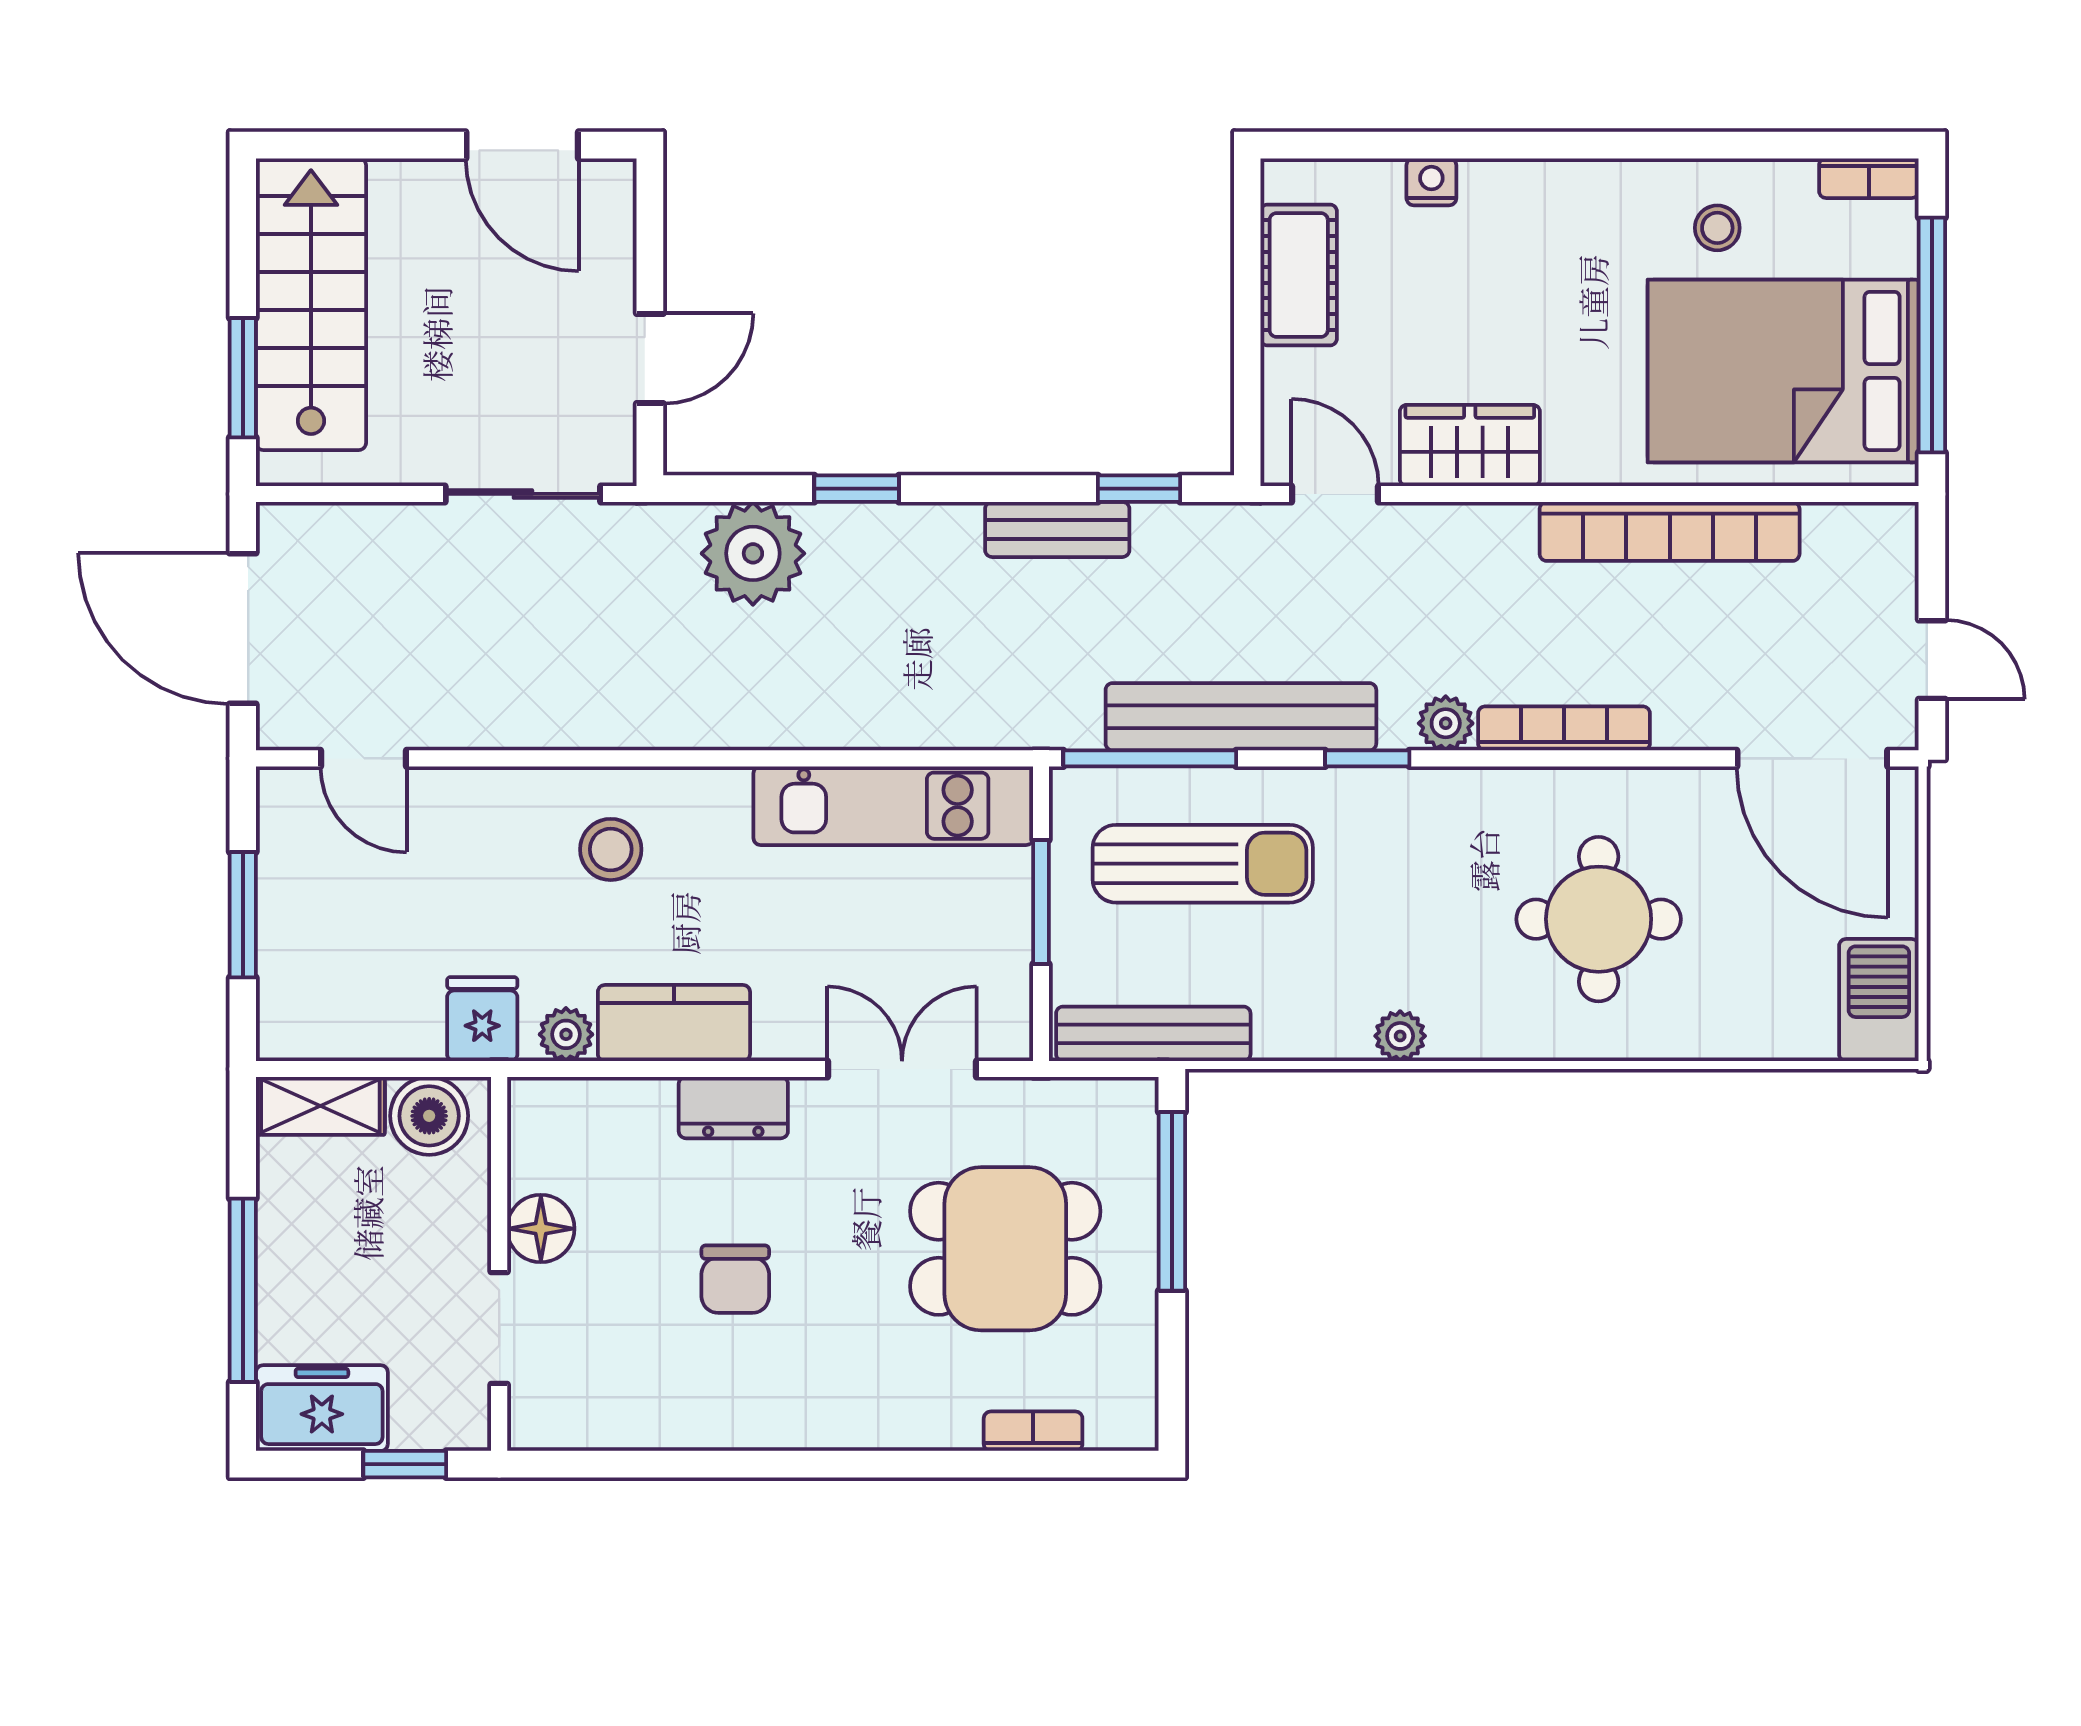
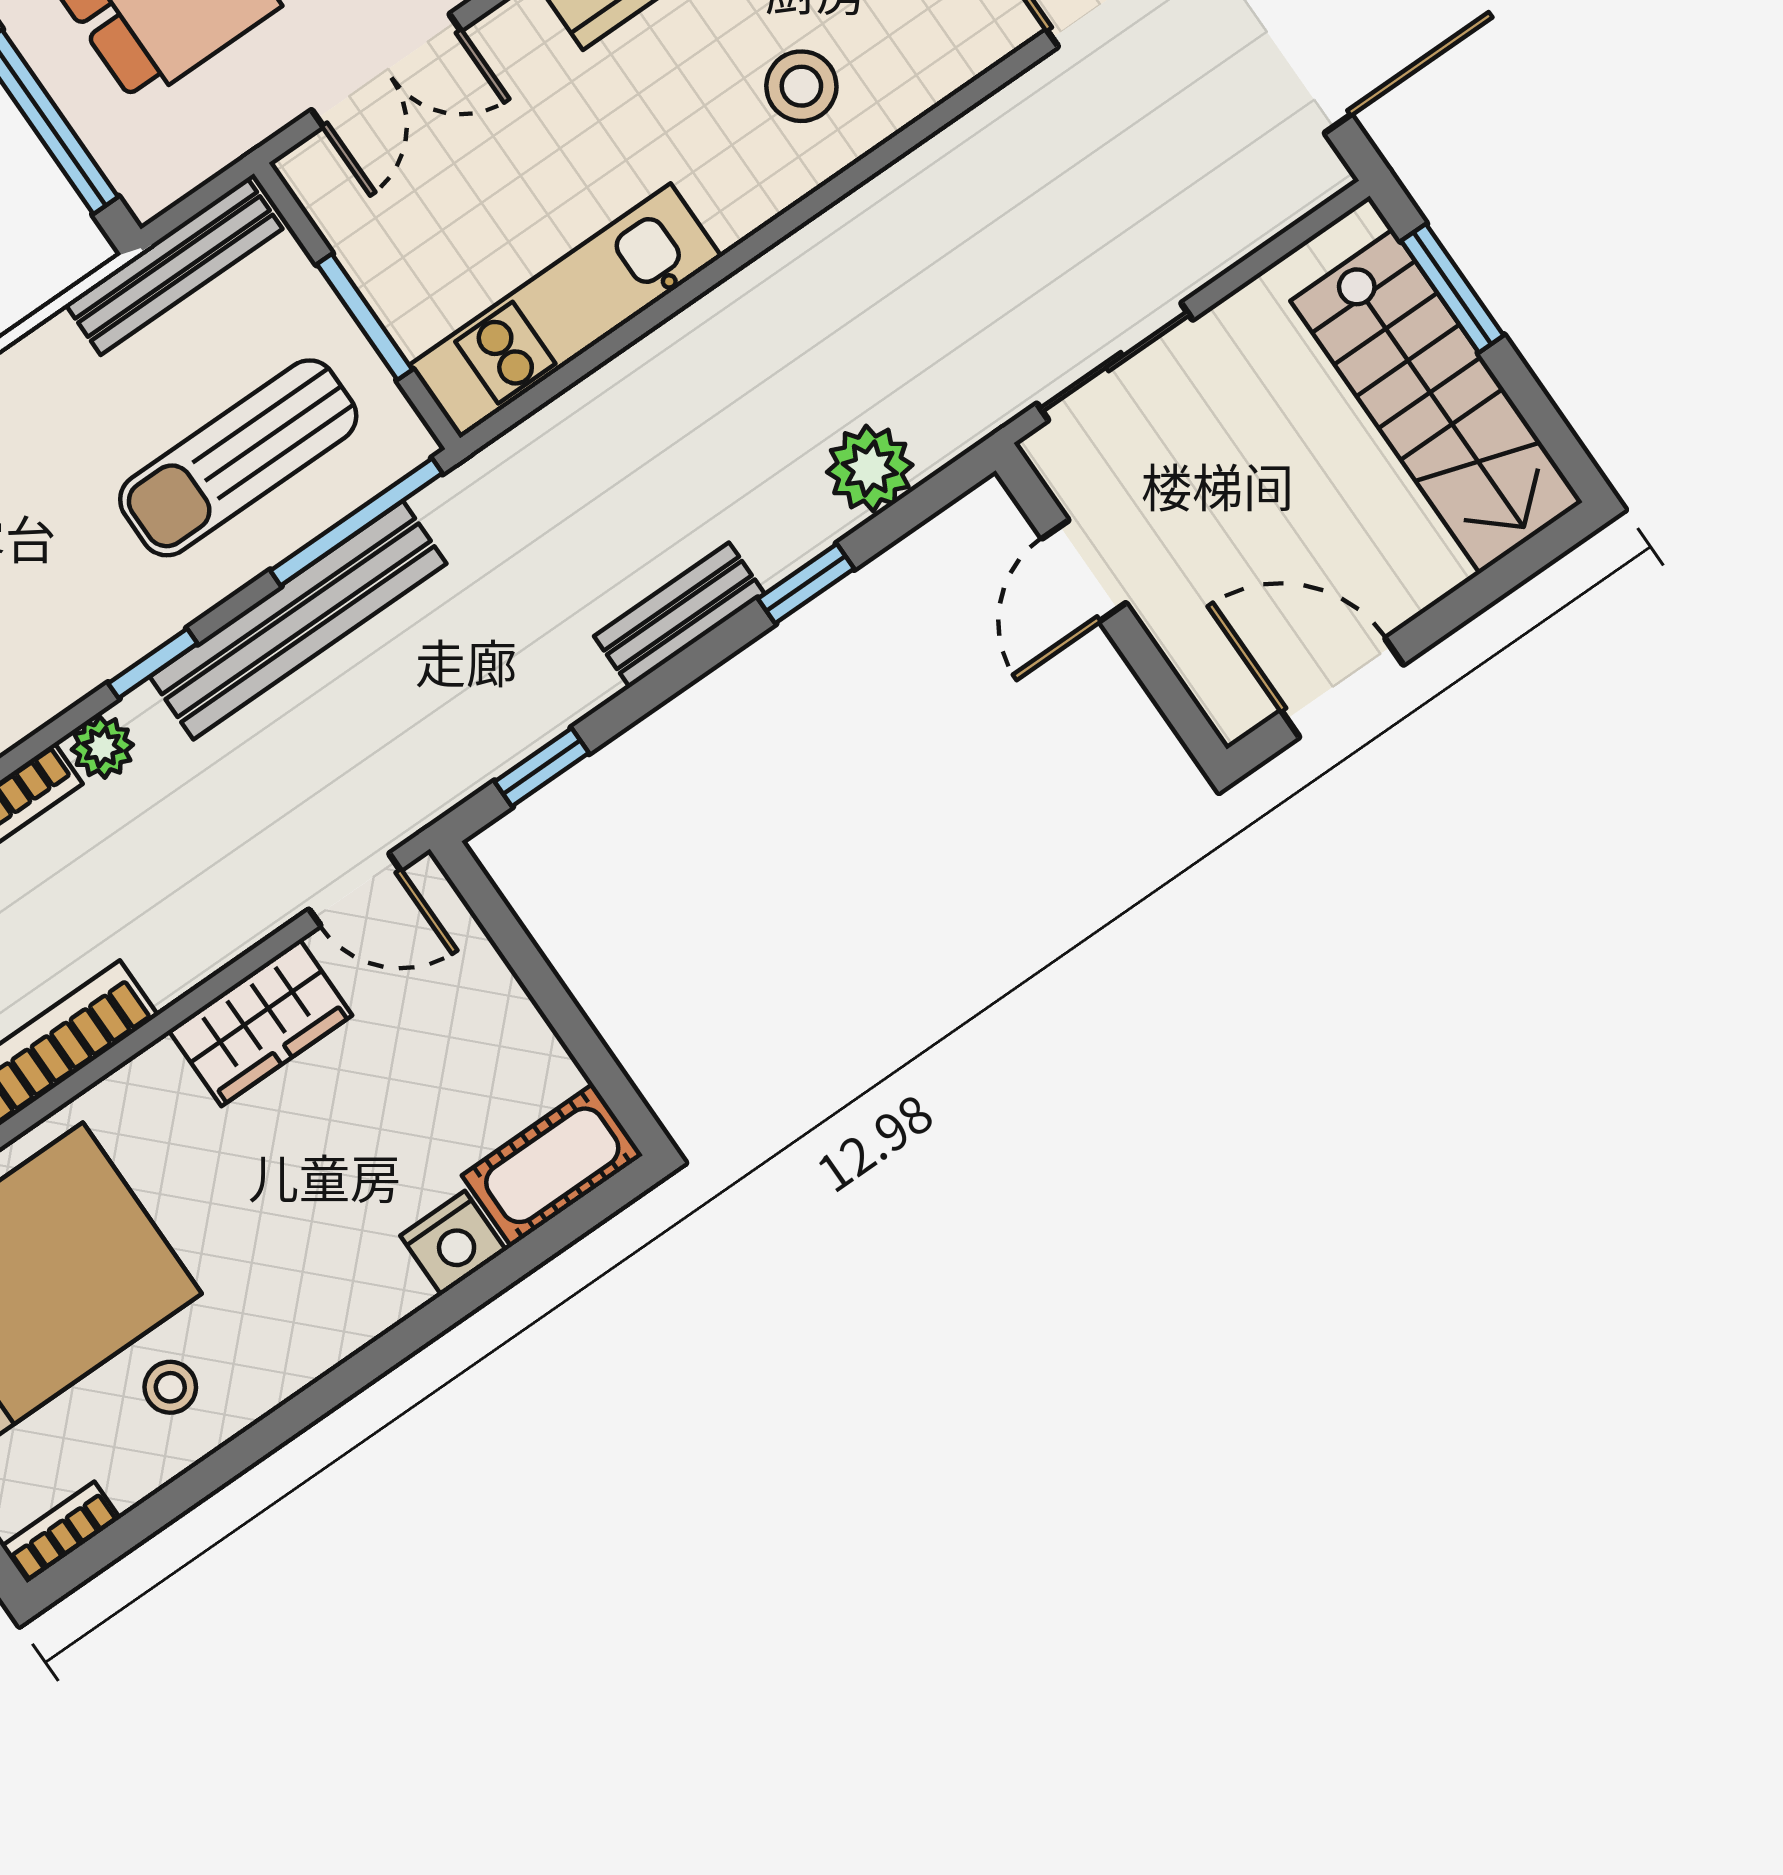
nightstand: (1431, 182) -> (453, 1243), width x1.39, depth x1.35
cot: (1299, 275) -> (552, 1165), moved, turned 90
bench: (1057, 529) -> (679, 615), moved
plant: (753, 553) -> (870, 468), width x0.73, depth x0.73

